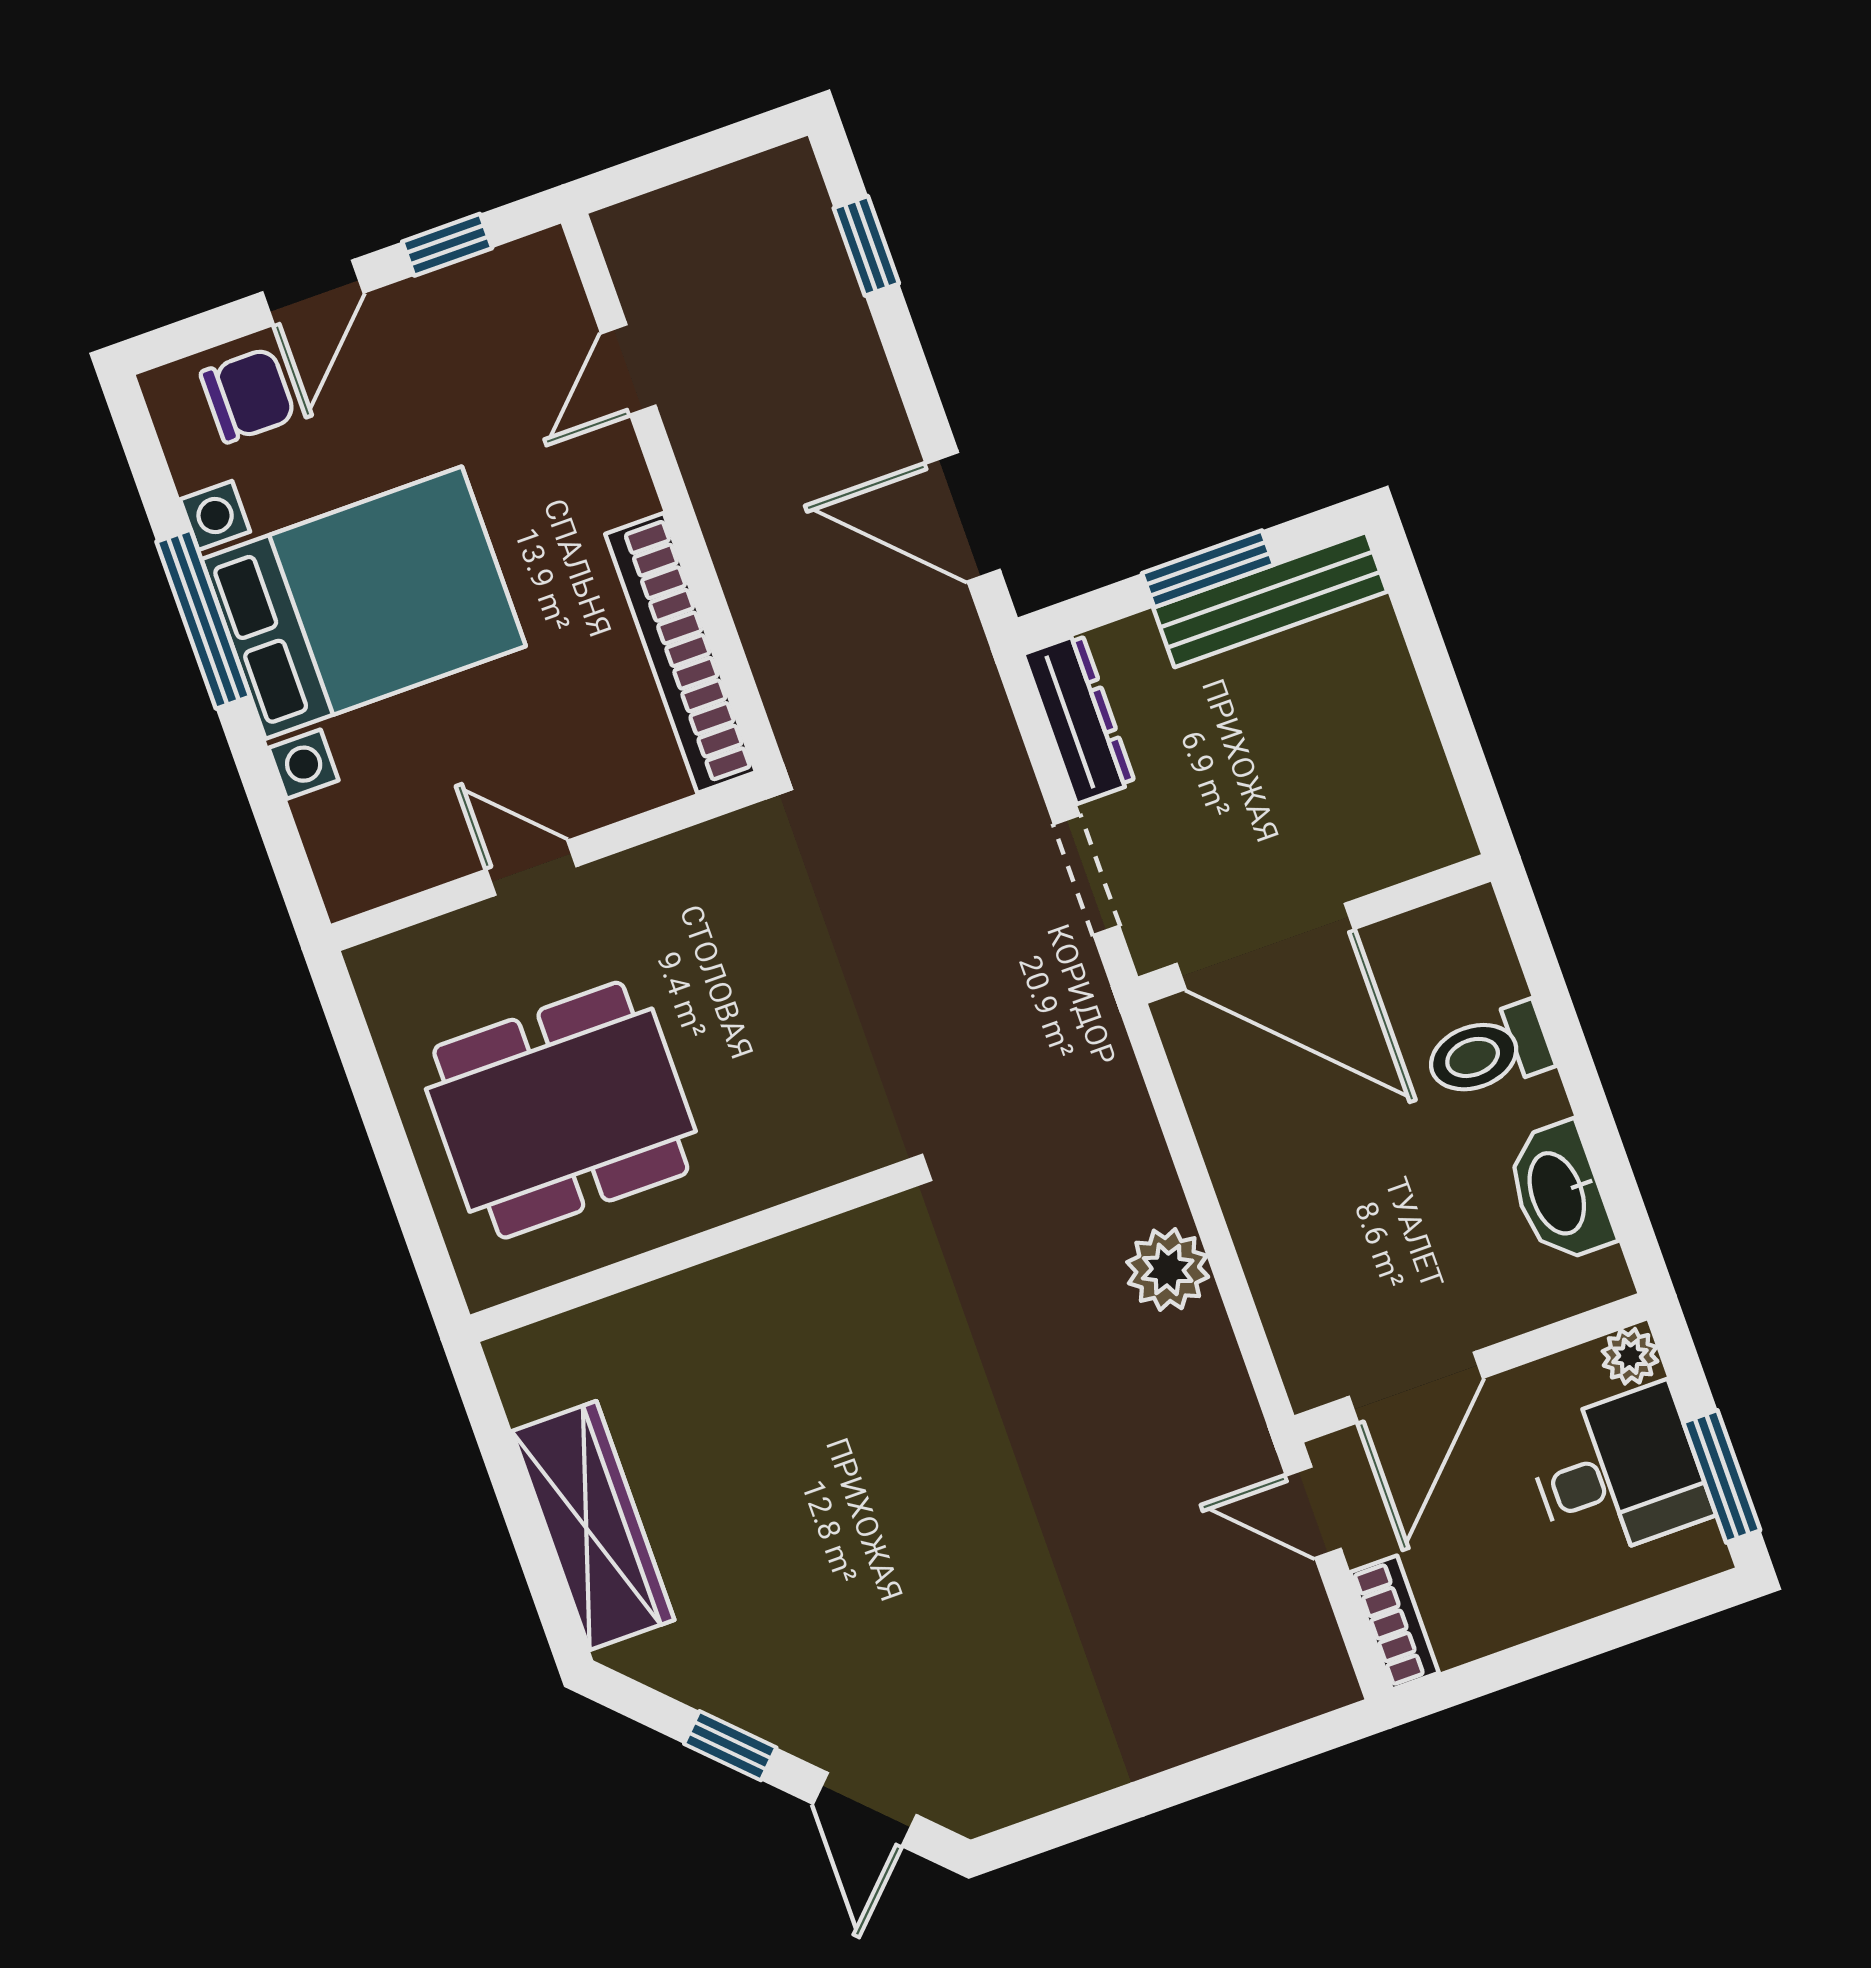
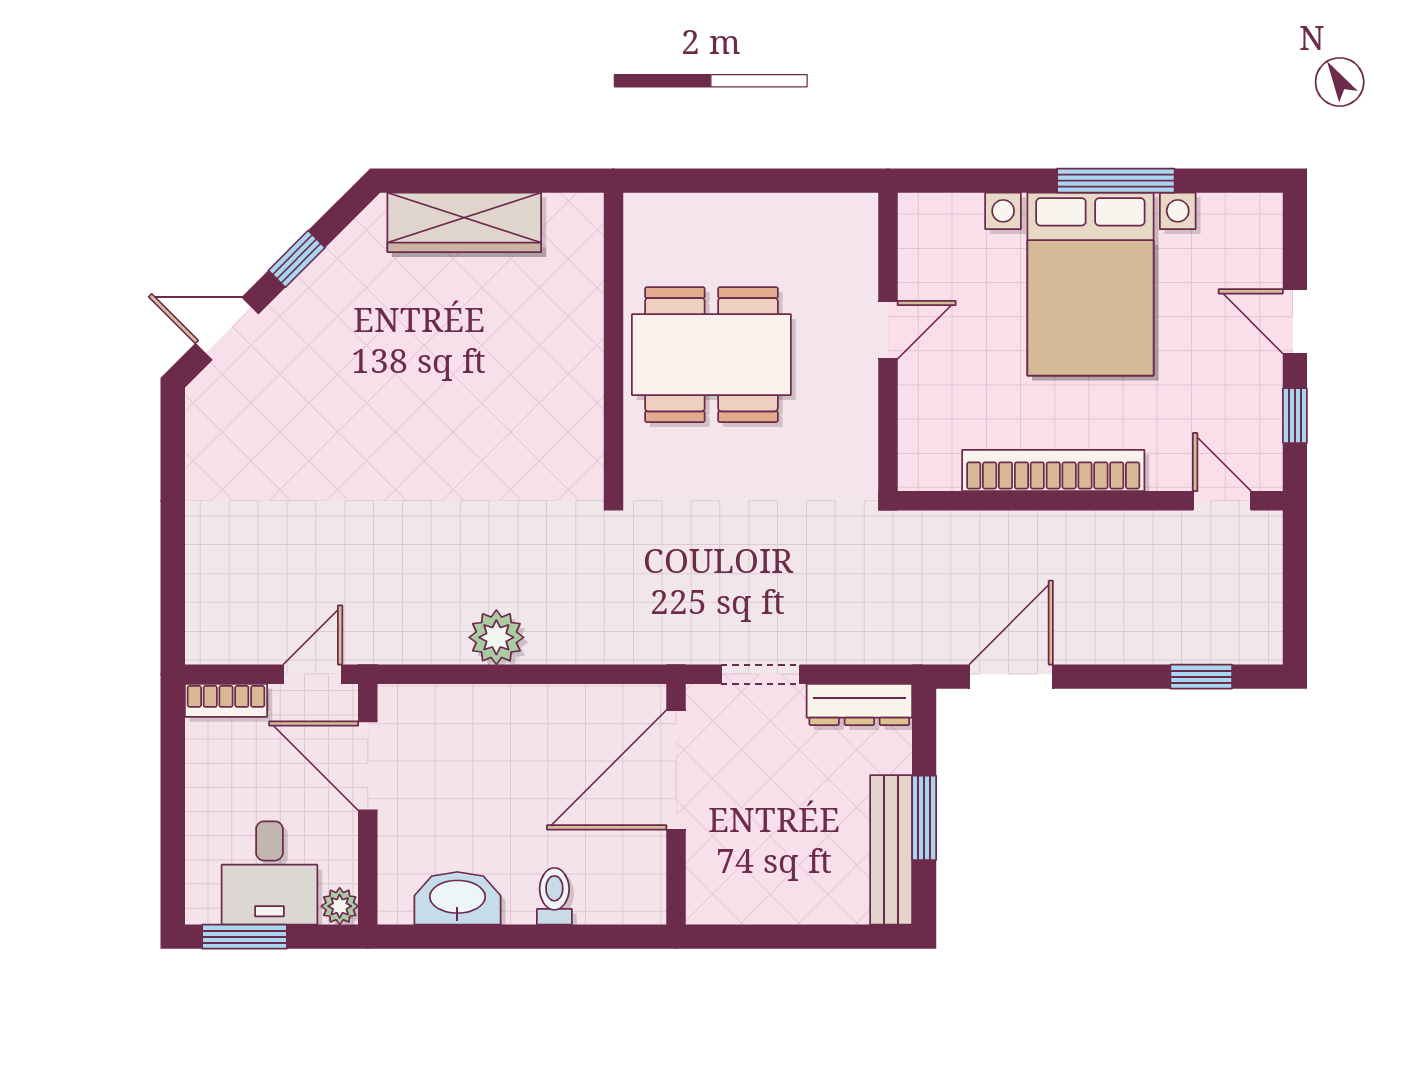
door: (628, 370) -> (1222, 501), moved
chair: (248, 395) -> (1245, 258), removed
bookcase: (681, 653) -> (1053, 471), moved
toilet: (1488, 1052) -> (554, 896), width x0.73, depth x0.72
dining table: (561, 1110) -> (711, 355), moved, turned 90

